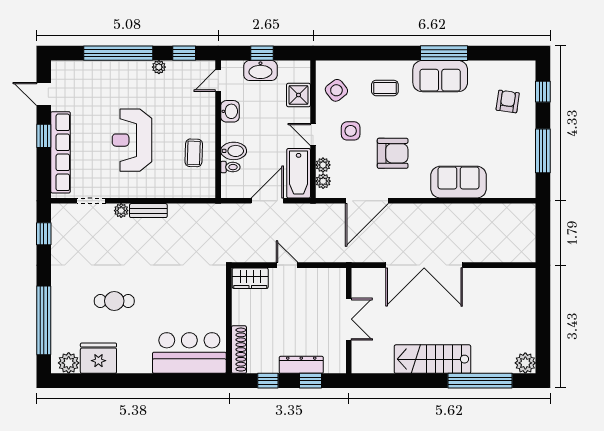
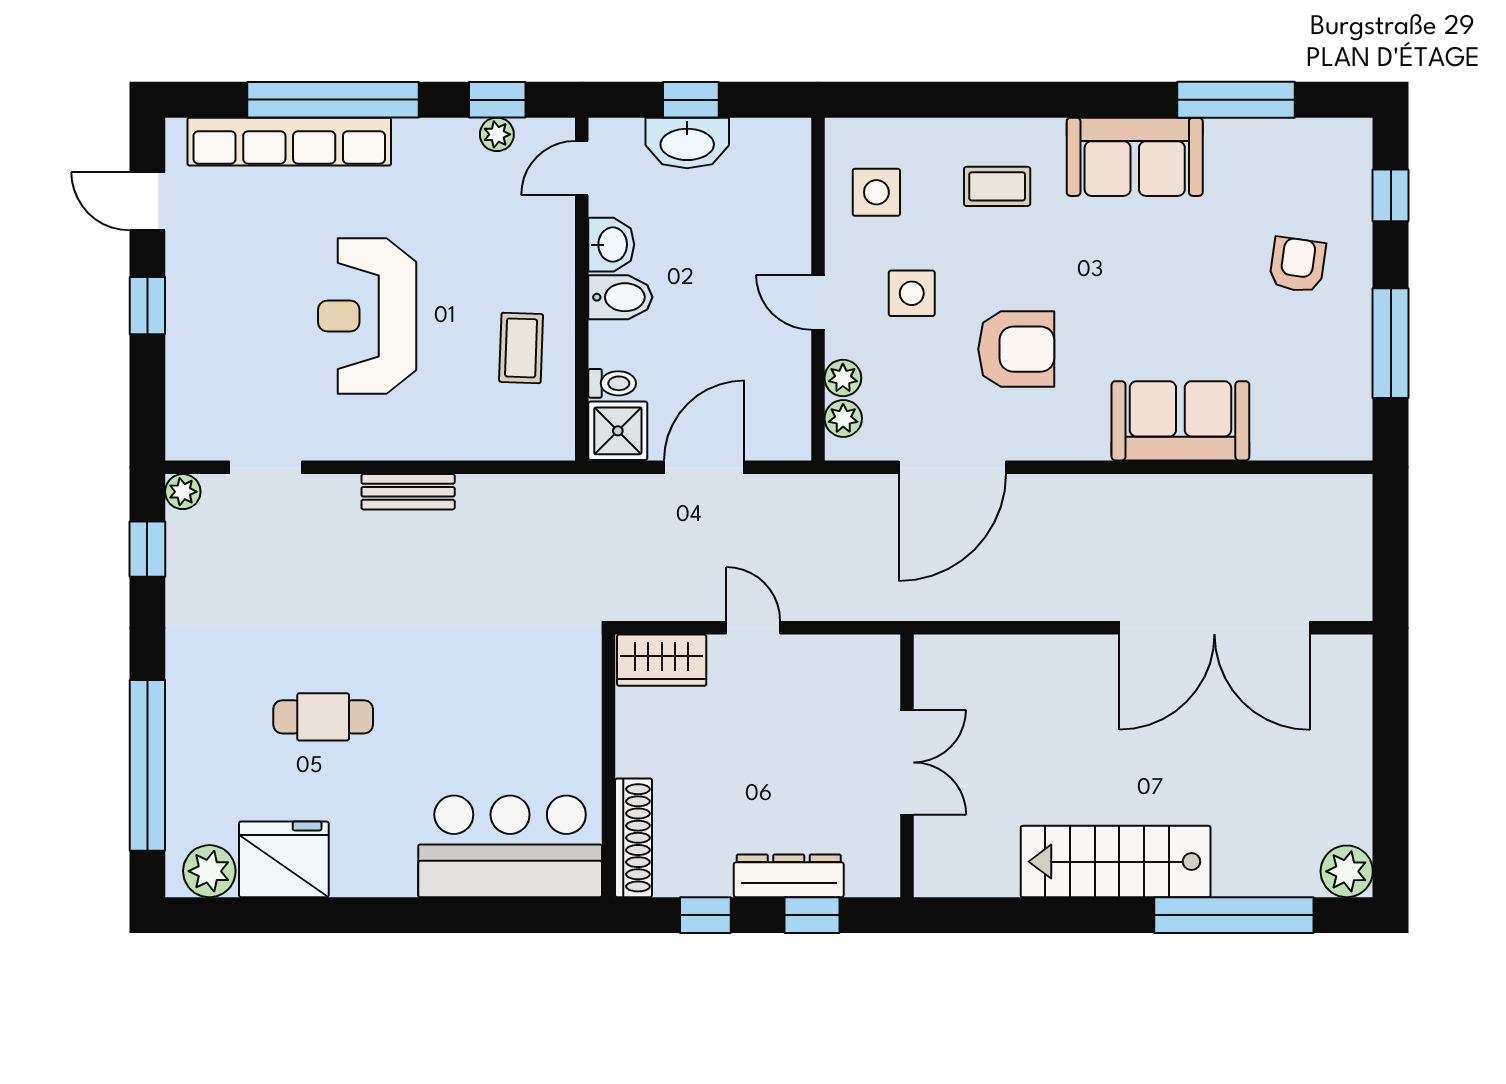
window: (444, 53) -> (1236, 100), moved
plant: (159, 67) -> (497, 134), moved
side table: (336, 90) -> (876, 192), turned 38
shower: (298, 95) -> (618, 431), moved
armchair: (508, 101) -> (1297, 265), moved
bidet: (234, 151) -> (620, 297), moved
row of seats: (61, 152) -> (289, 142), moved, turned 90
bathtub: (299, 173) -> (782, 399), removed
plant: (121, 211) -> (183, 492), moved
double door: (424, 265) -> (1214, 628), moved

